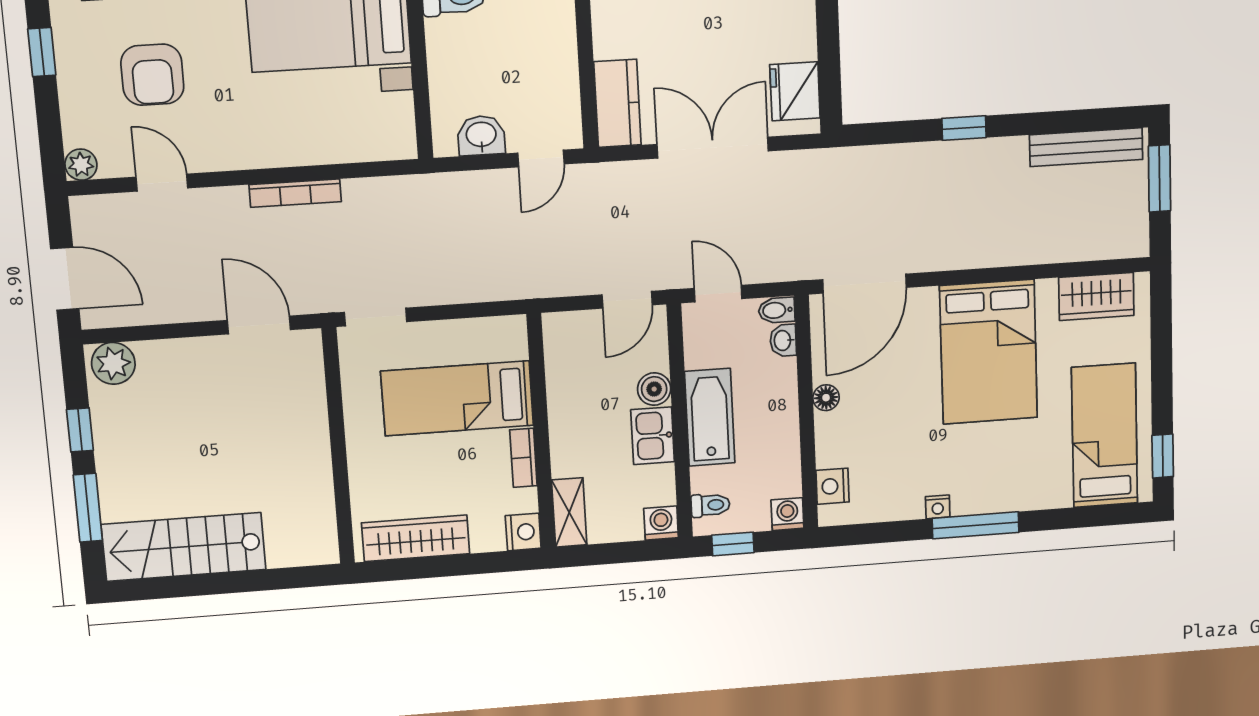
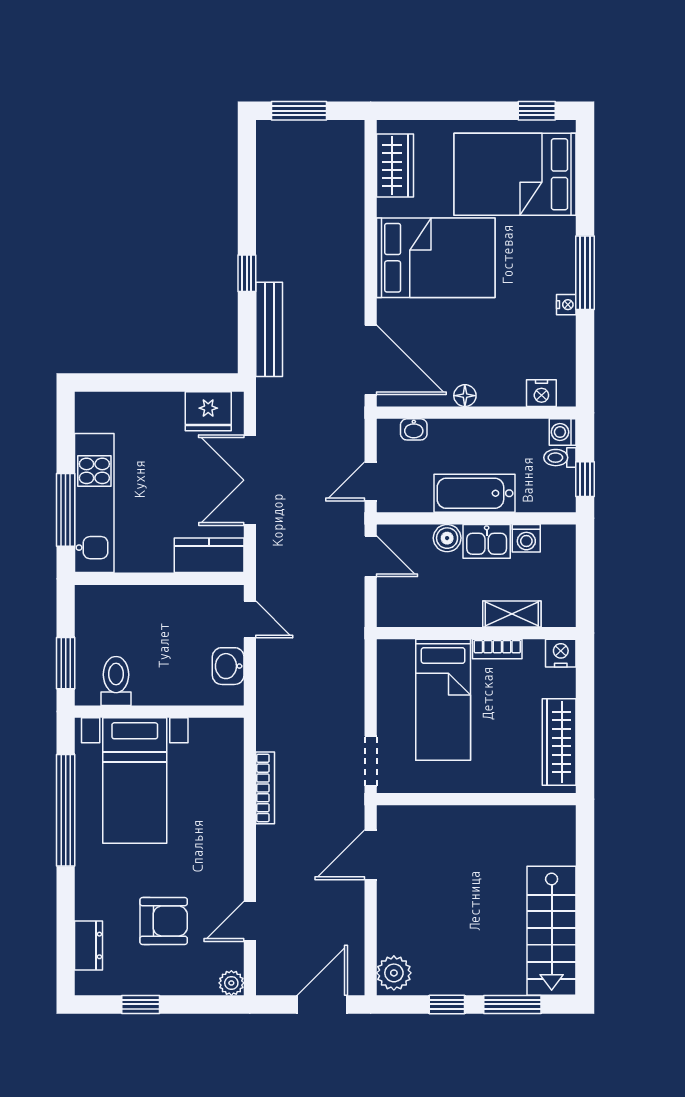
bench: (1086, 147) -> (269, 329), moved
bookcase: (295, 193) -> (265, 788), moved
bidet: (777, 310) -> (388, 434), removed
bed: (1105, 436) -> (515, 174), width x1.50
toilet: (710, 505) -> (560, 458), moved, turned -90
shelving: (569, 512) -> (512, 614), moved
washing machine: (661, 523) -> (526, 538), moved, turned -90

